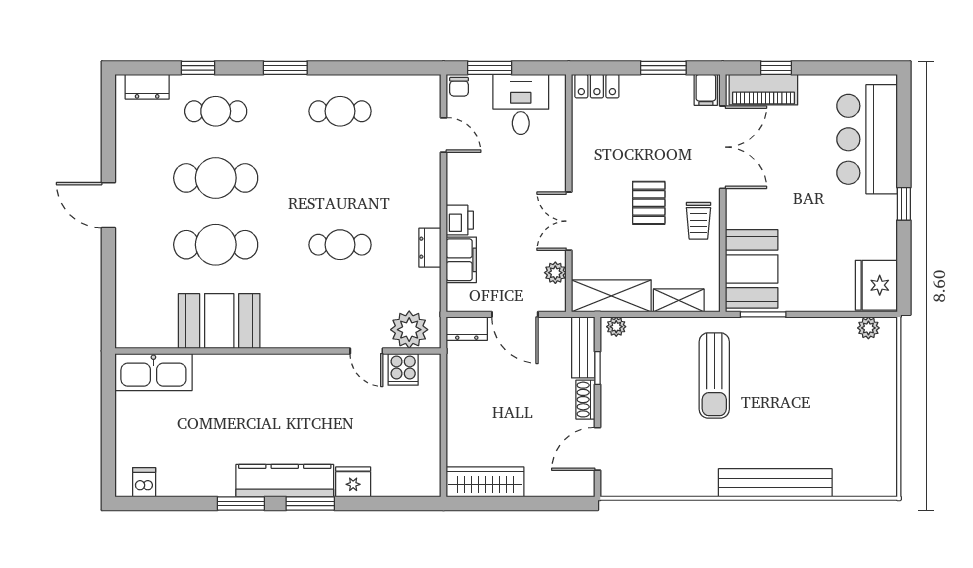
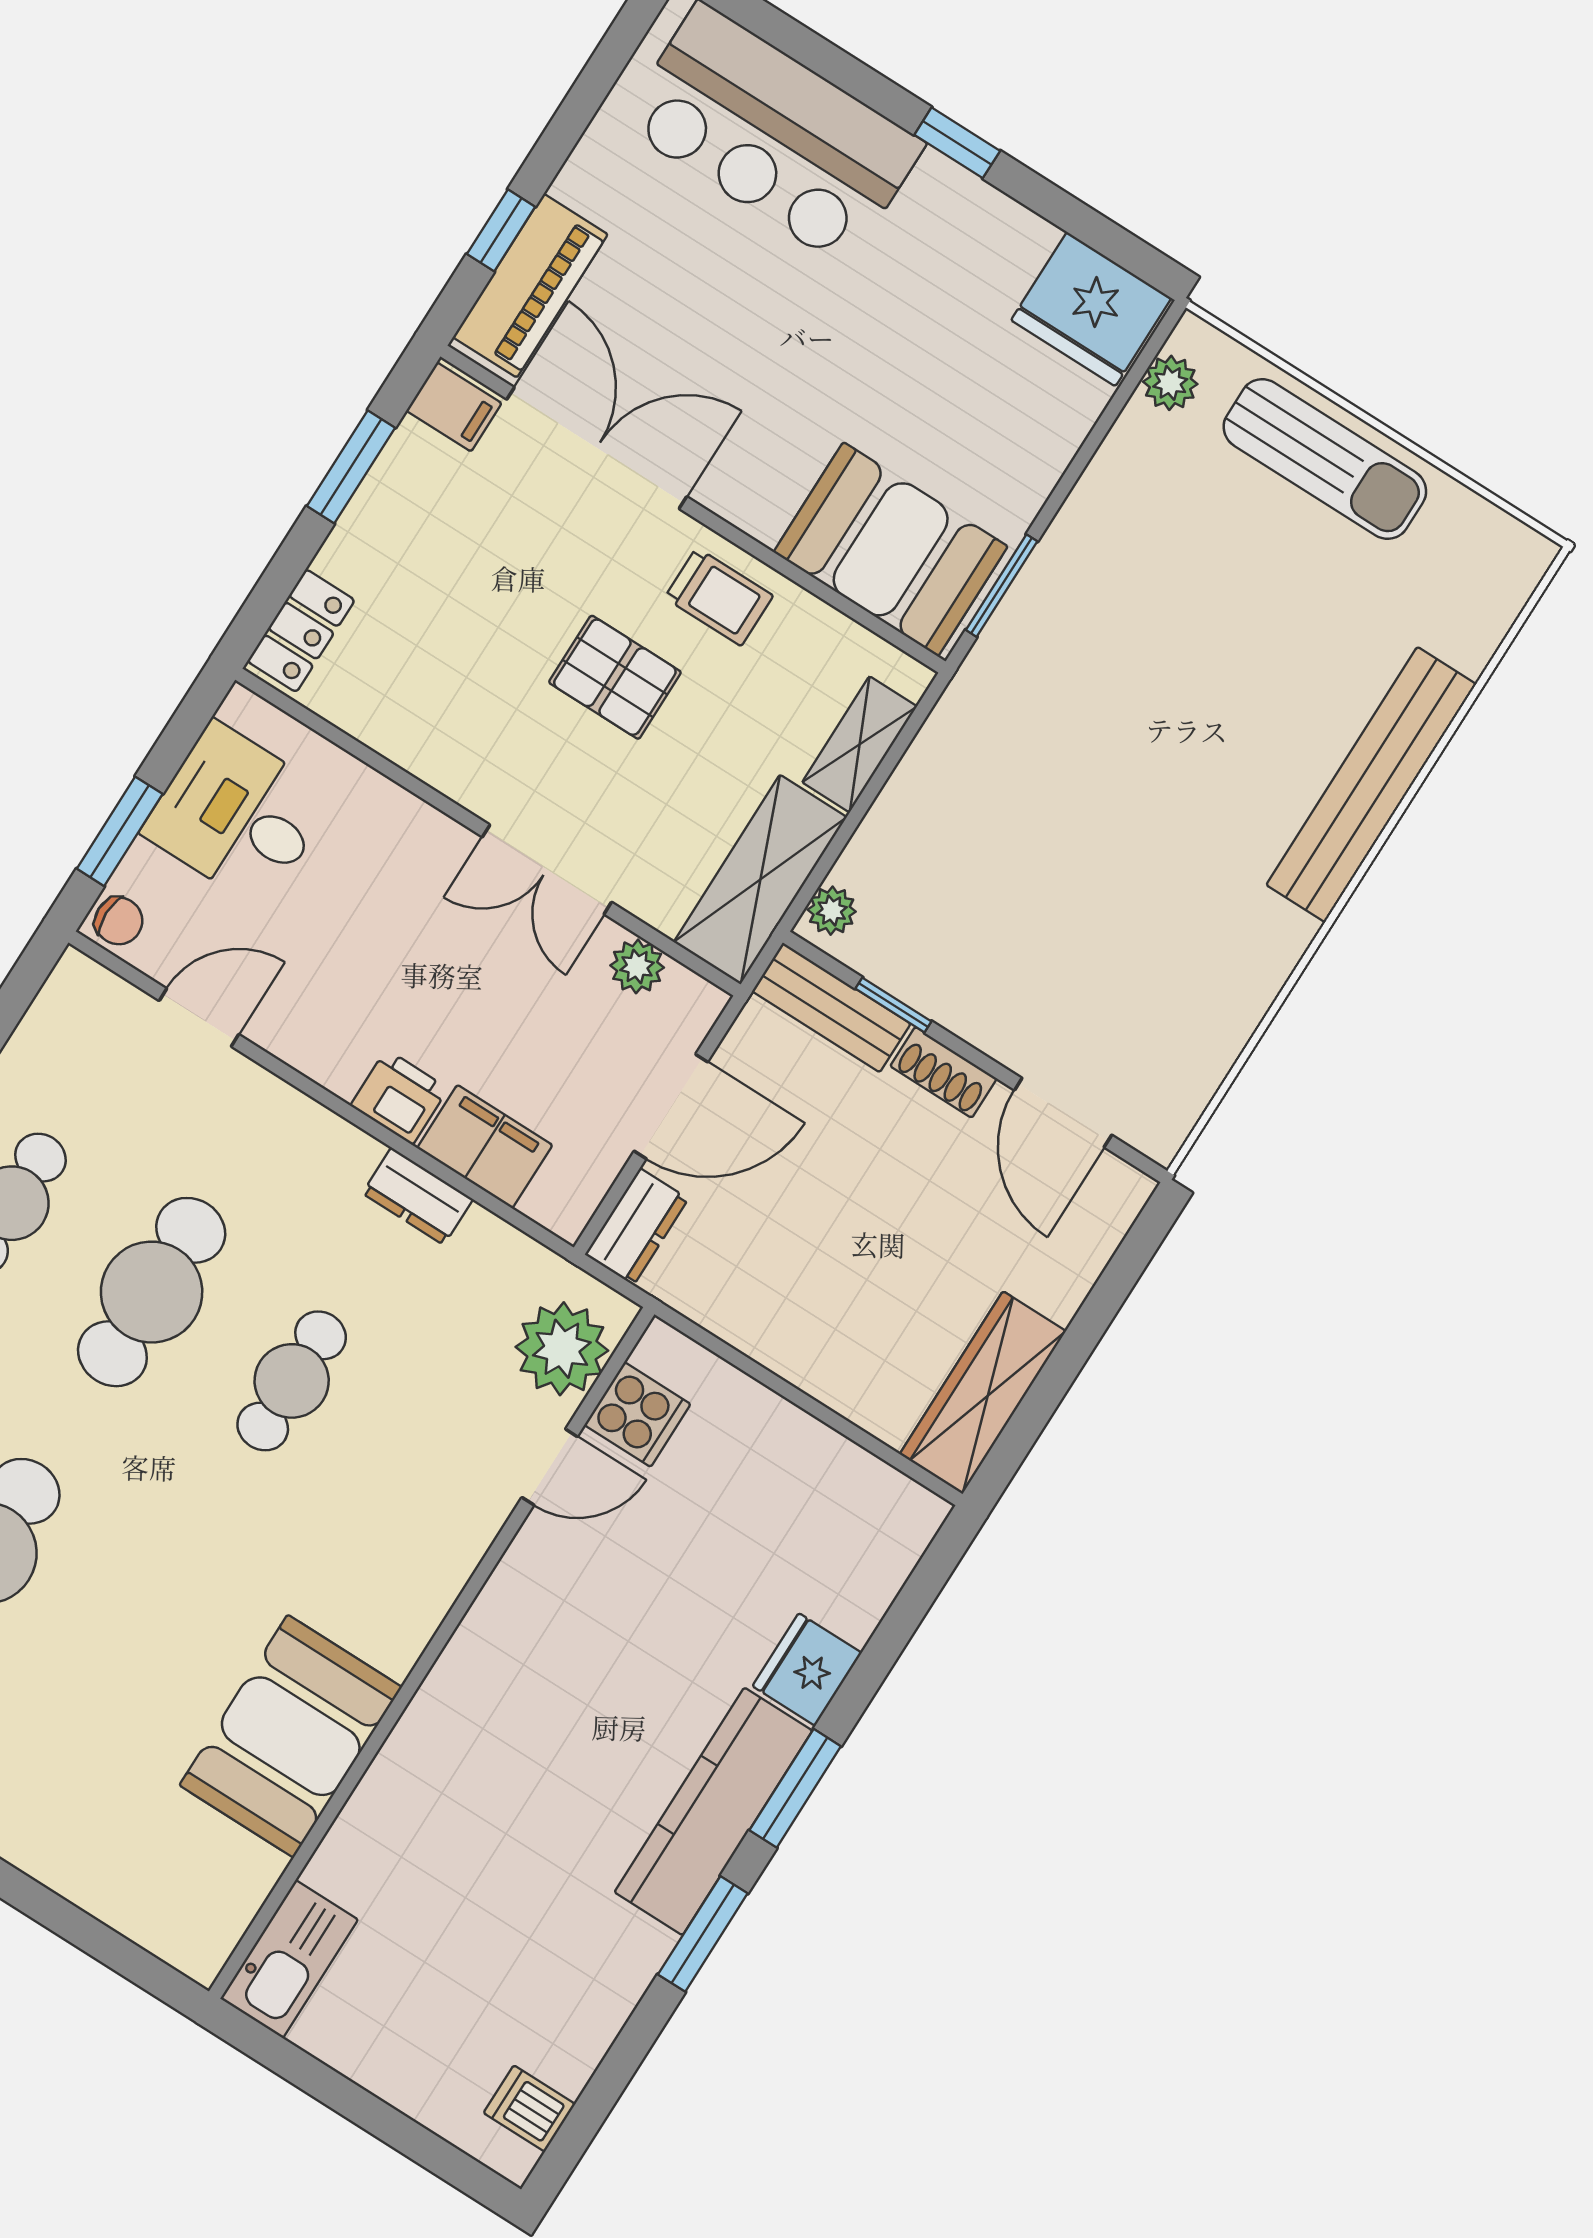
cafe table: (216, 245) -> (152, 1292), moved
kitchen sink: (153, 372) -> (289, 1959), width x0.73, depth x0.81
sun lounger: (714, 375) -> (1325, 459), moved

